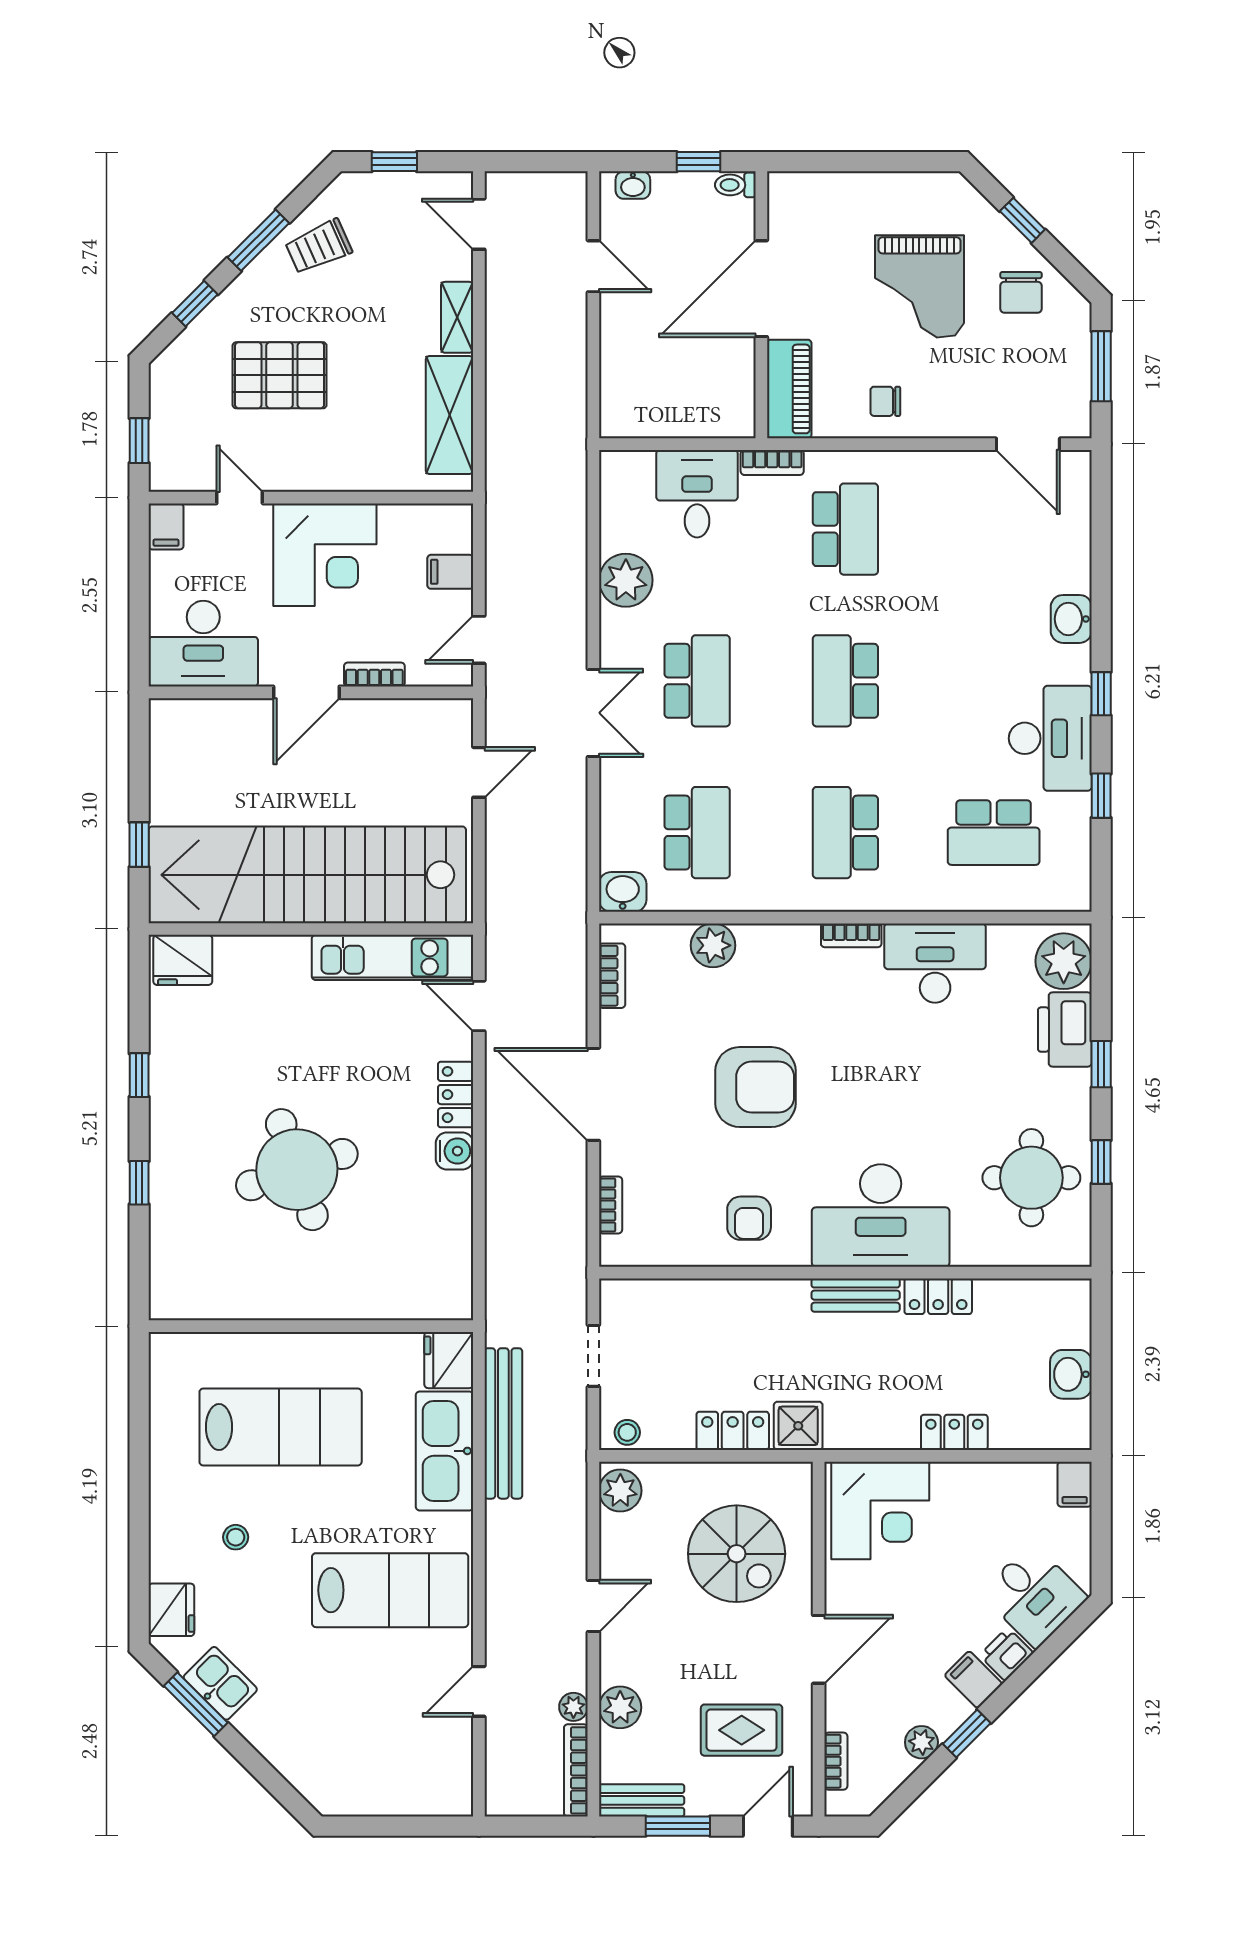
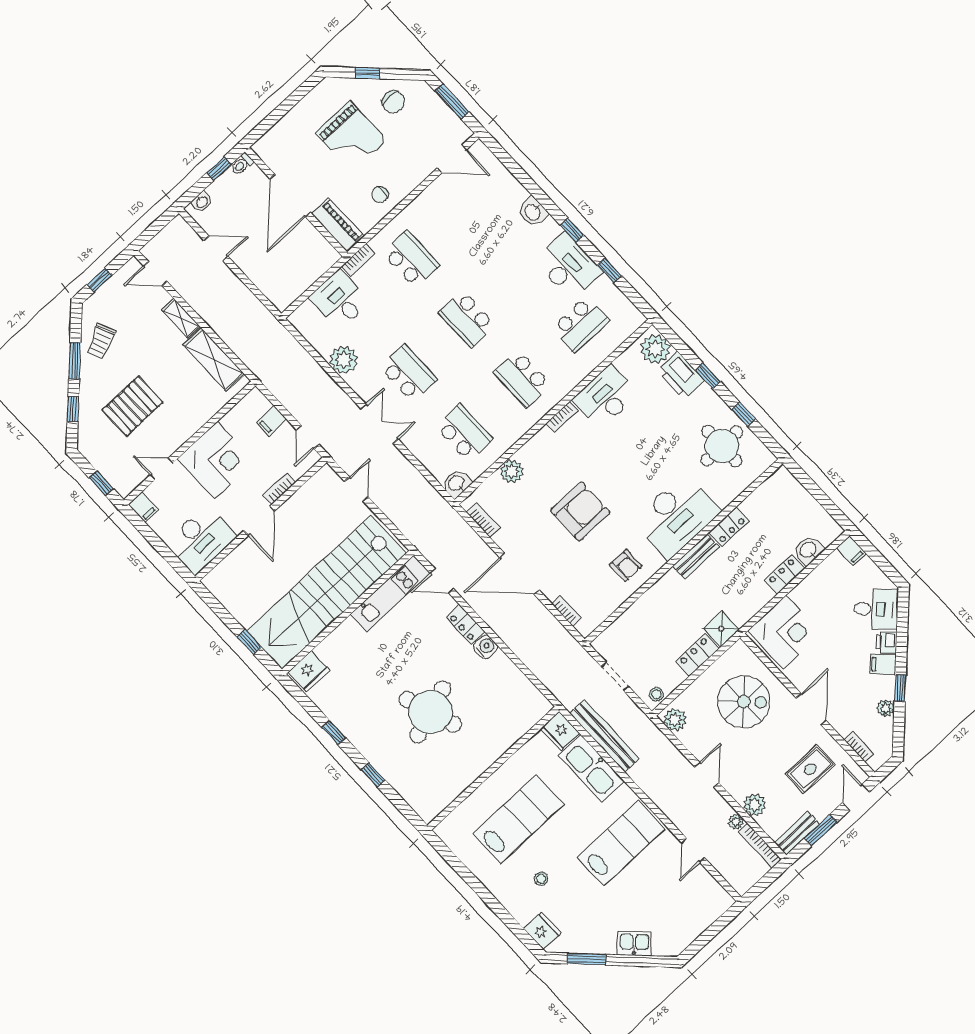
washbasin: (1071, 1374) -> (808, 550), moved, turned 90
kitchen sink: (220, 1683) -> (634, 943), moved

